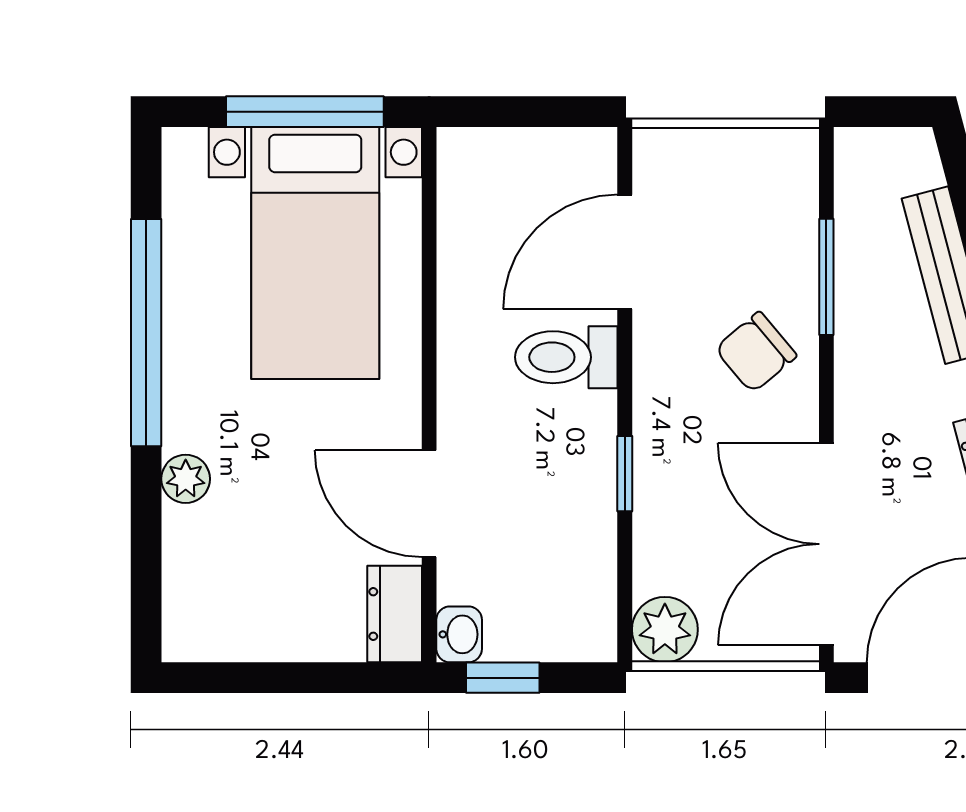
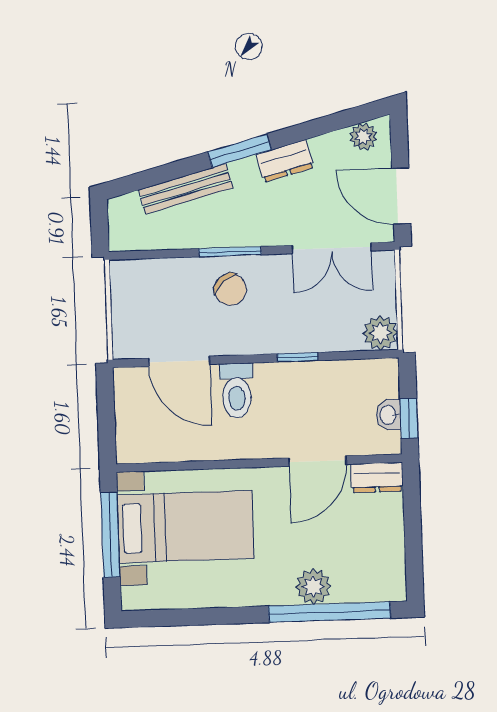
window: (826, 277) -> (230, 252), moved
window: (146, 333) -> (330, 612), moved
plant: (186, 479) -> (313, 587), width x1.38, depth x1.38
double door: (826, 544) -> (332, 248), width x0.73
washbasin: (459, 634) -> (389, 415), moved, turned -90

